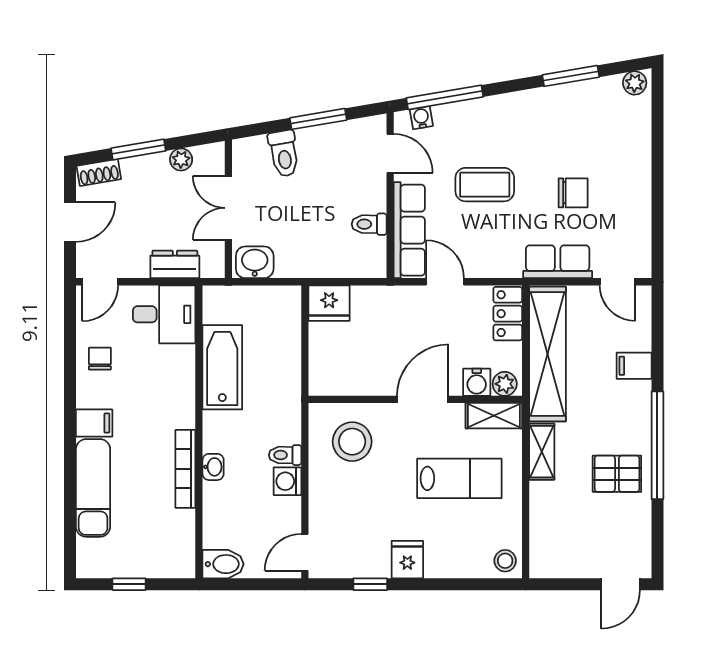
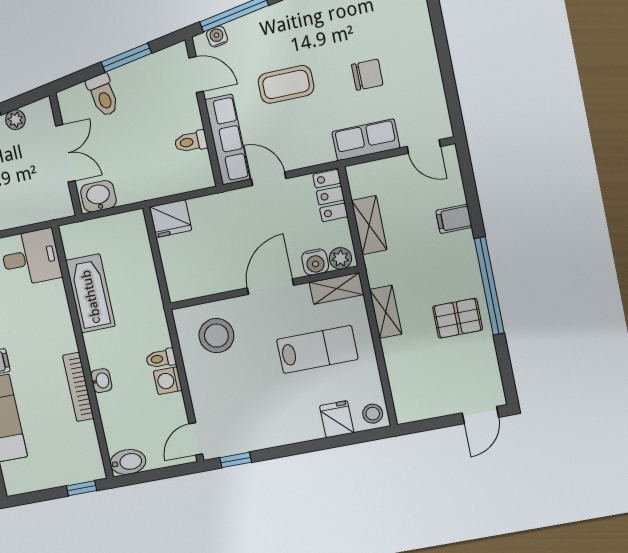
double door: (228, 208) -> (65, 153), swing flipped
dresser: (175, 264) -> (30, 212), removed
shelving: (547, 354) -> (369, 225), width x0.45, depth x0.75
fridge: (407, 560) -> (337, 419), moved
window: (129, 584) -> (82, 488), moved
window: (370, 584) -> (236, 460), moved

